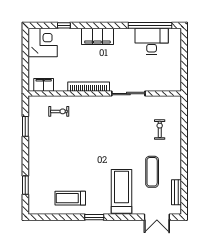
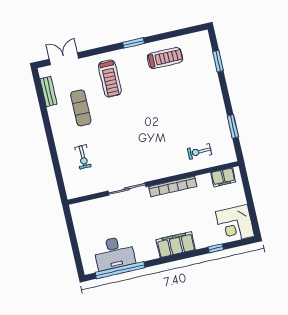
treadmill: (121, 191) -> (110, 78), width x0.73, depth x0.73

